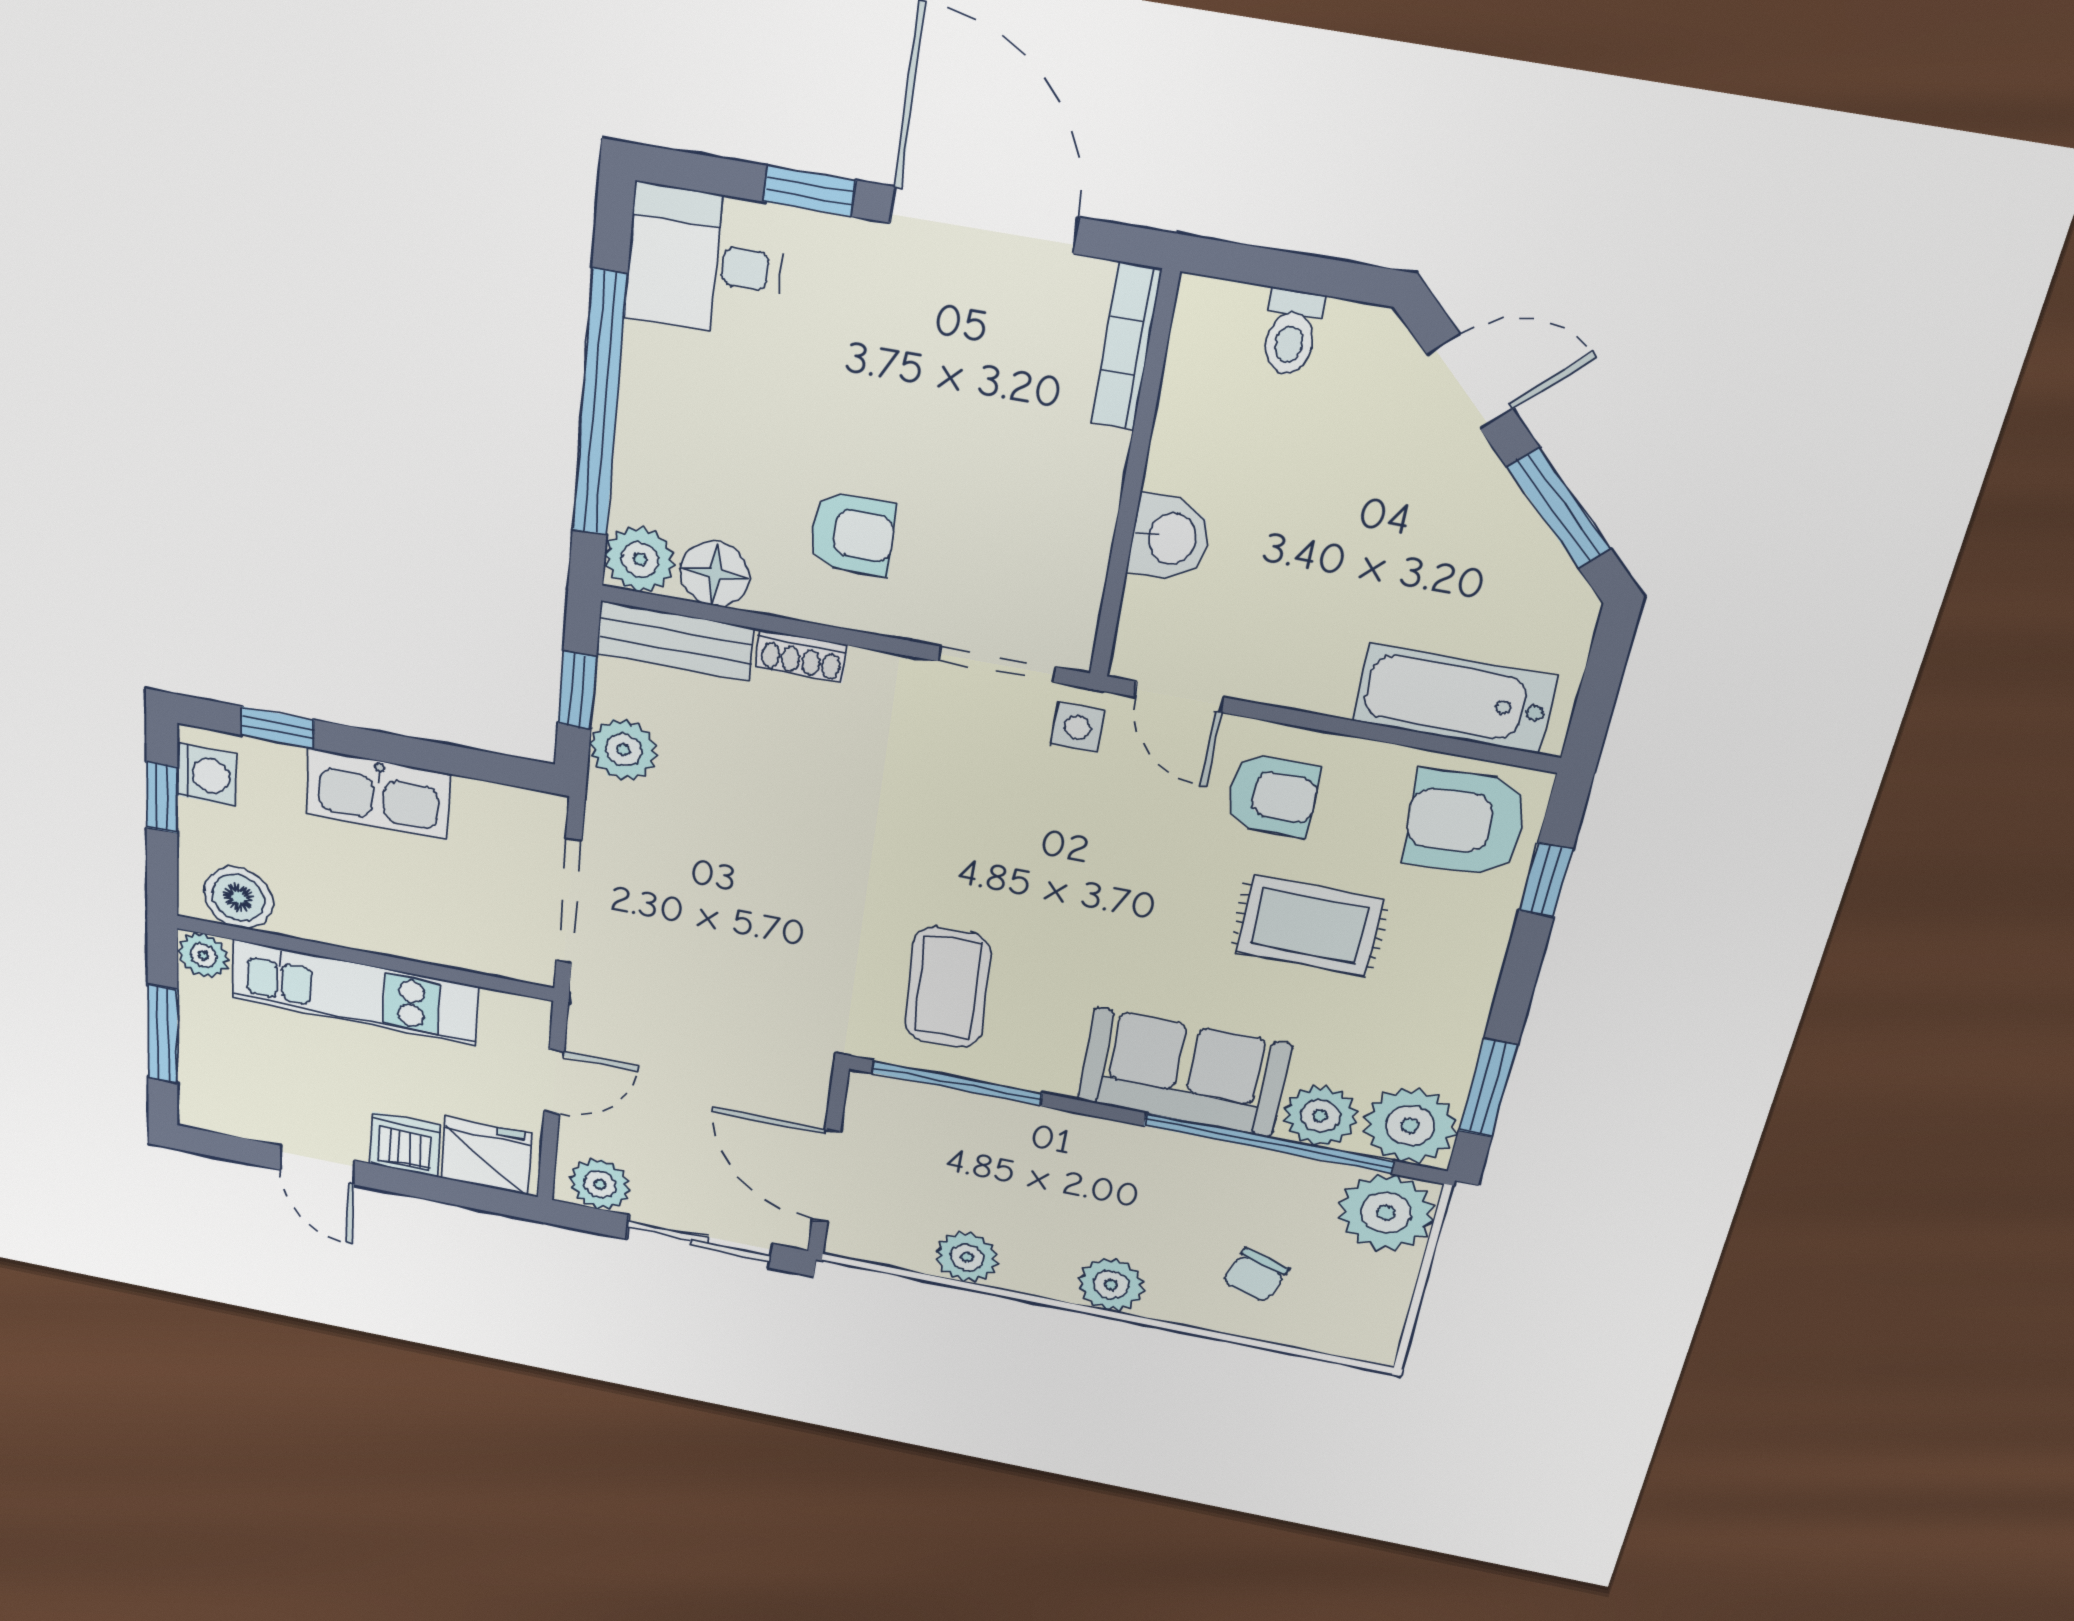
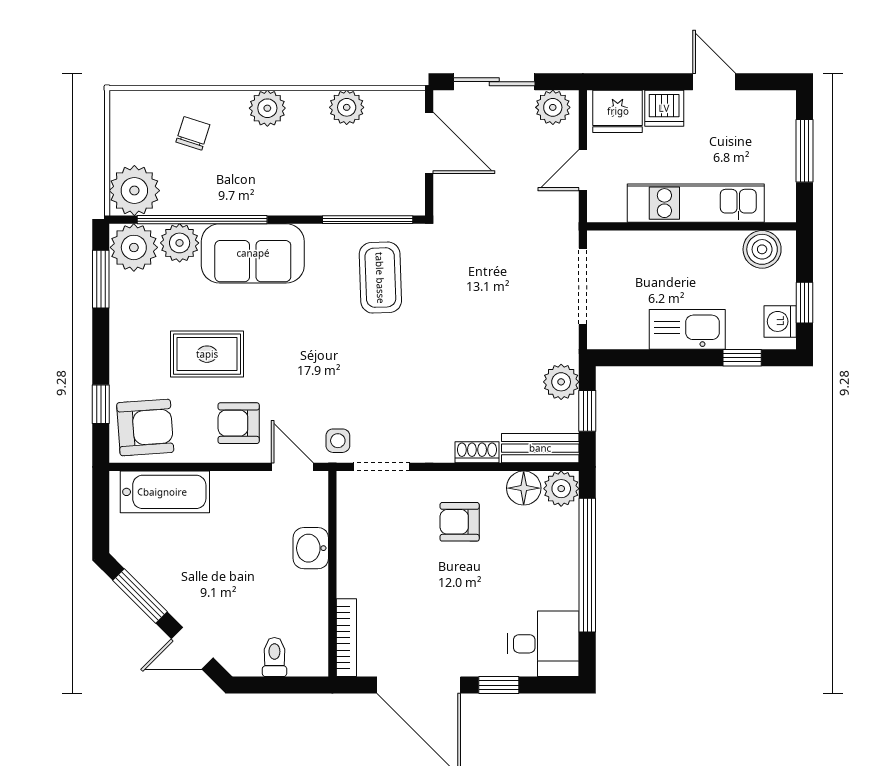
plant: (204, 955) -> (781, 208), removed

